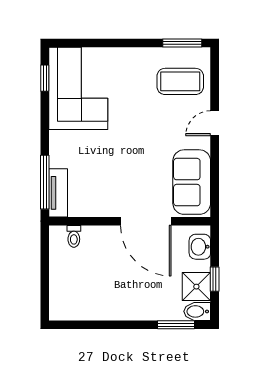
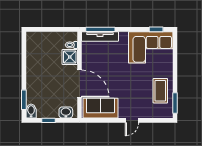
coffee table: (180, 81) -> (160, 91), moved
door: (215, 123) -> (132, 120), swing flipped
tv unit: (58, 193) -> (100, 37), width x1.41
door: (146, 221) -> (79, 83), swing flipped
shower: (196, 287) -> (70, 57), moved

